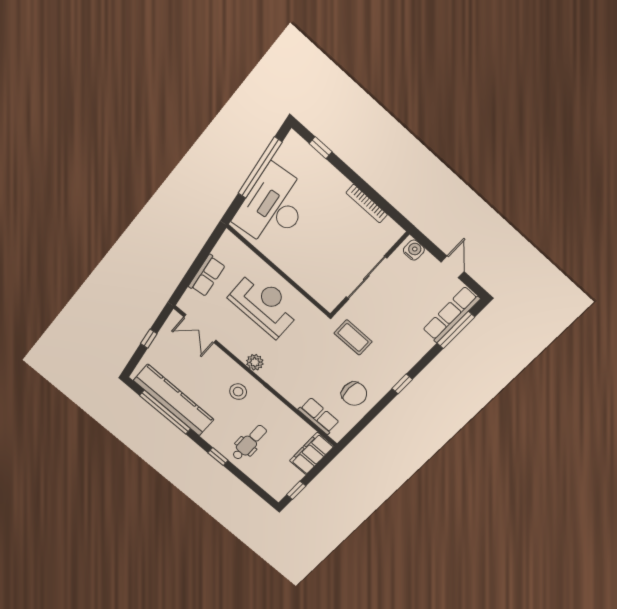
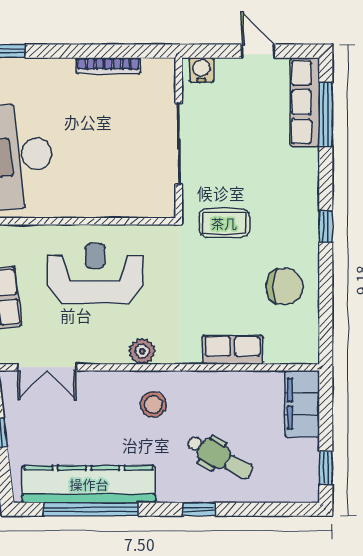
row of seats: (319, 416) -> (232, 350), moved
dental chair: (249, 443) -> (220, 457), turned 118

